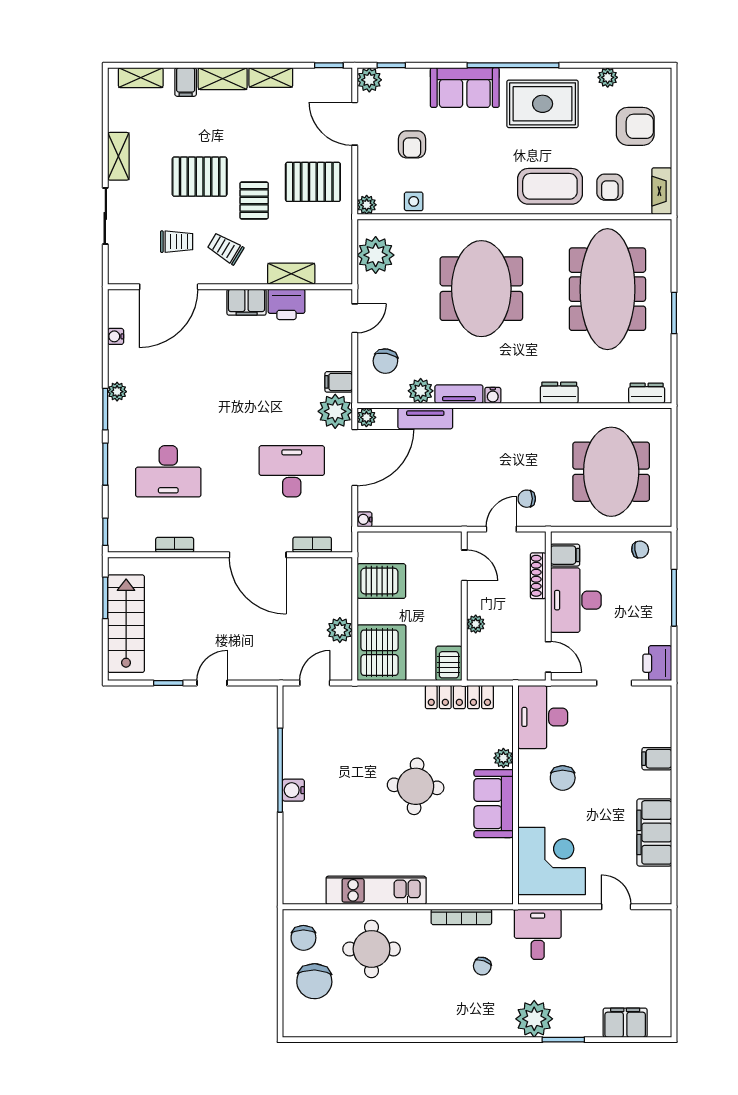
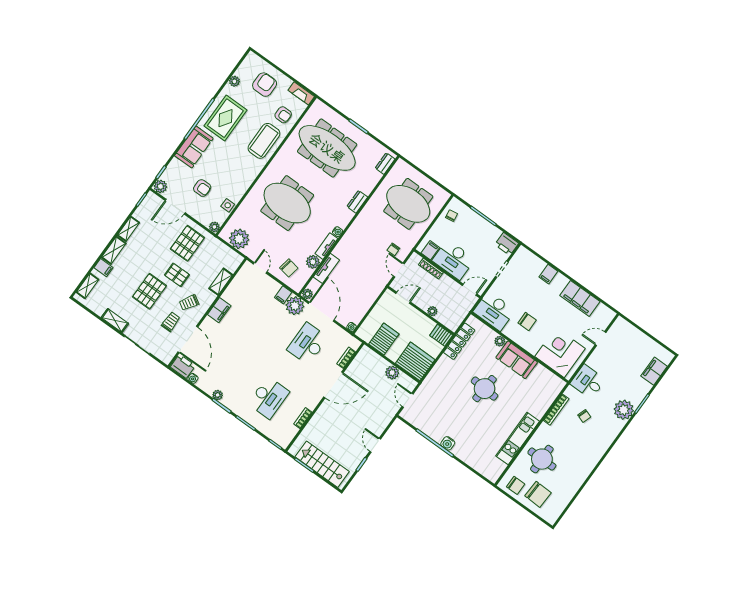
printer: (286, 304) -> (183, 366), moved, turned -90

